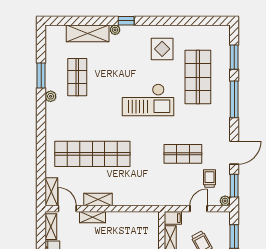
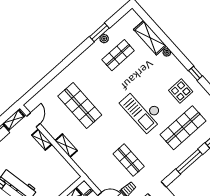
window: (126, 21) -> (195, 73), moved
plant: (51, 96) -> (104, 39), moved
shop shelf: (92, 154) -> (80, 106), width x0.71
shelving: (51, 192) -> (35, 101), removed
shelving: (98, 200) -> (66, 146), moved

